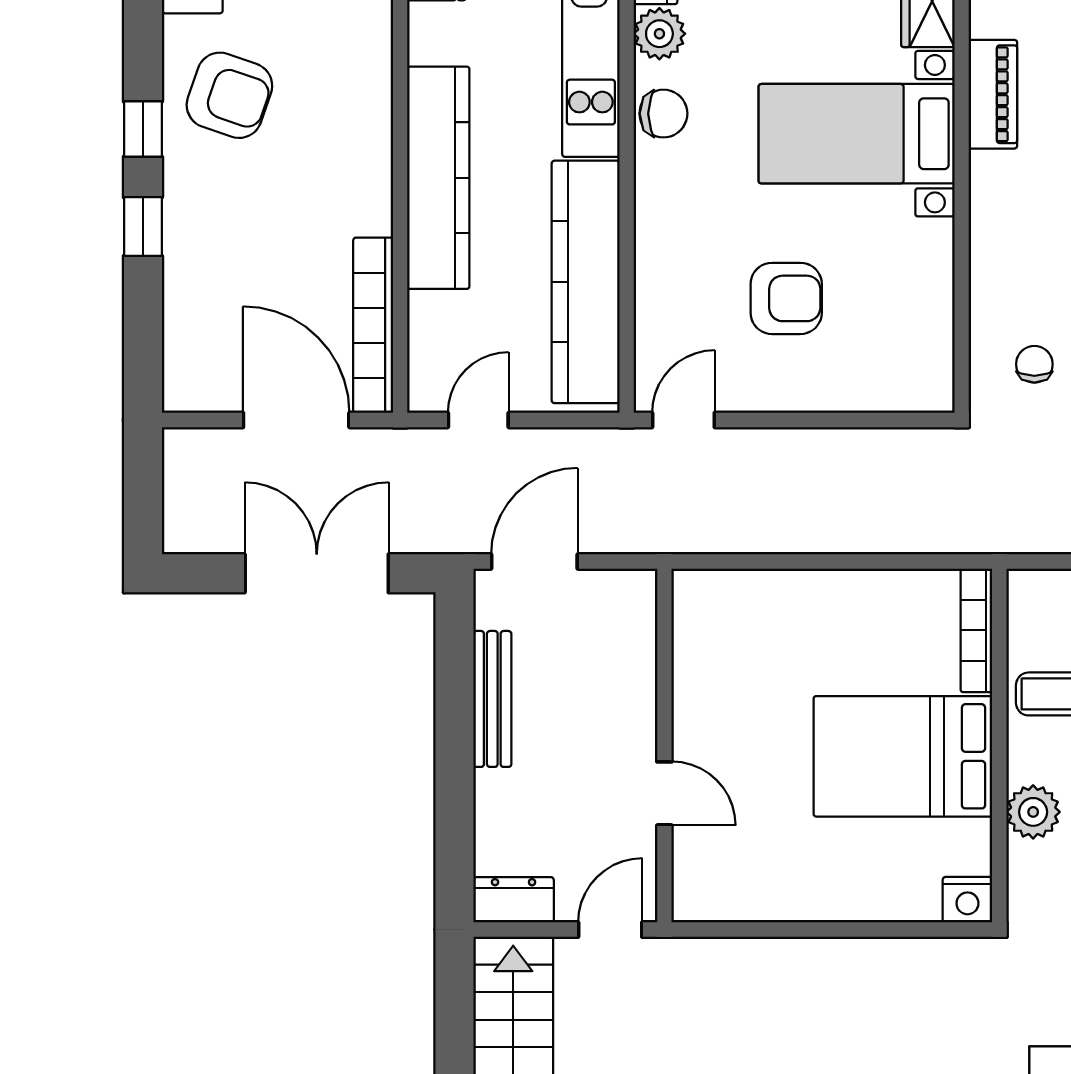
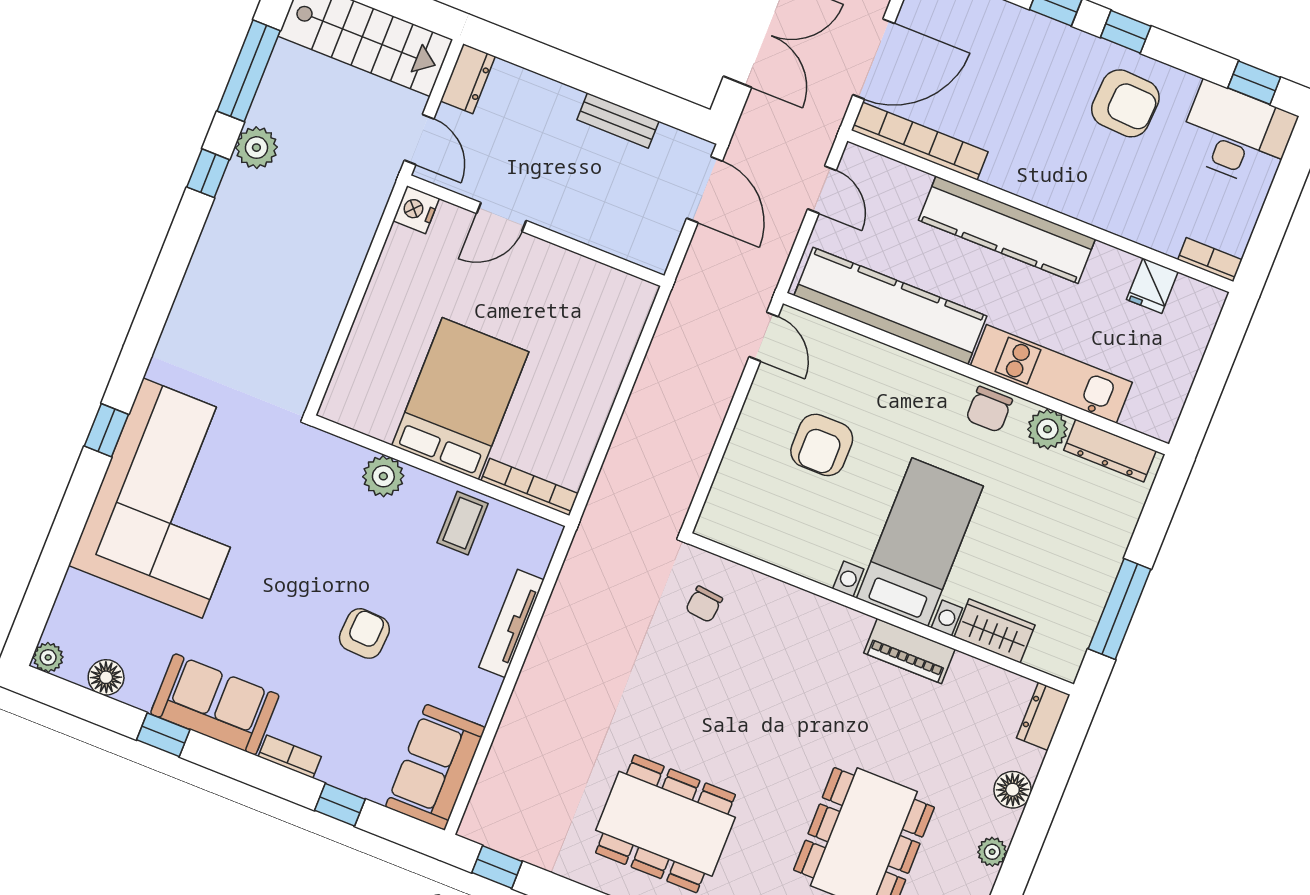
armchair: (229, 95) -> (1125, 103), turned -106
chair: (1034, 364) -> (704, 604), turned 96
bench: (492, 699) -> (618, 120), width x0.73
nightstand: (967, 900) -> (416, 210), moved

